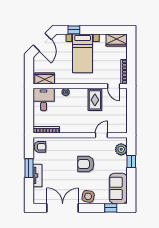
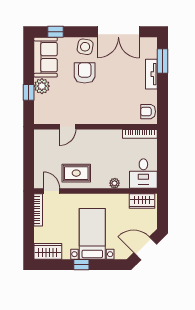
window: (74, 30) -> (81, 265), moved
door: (42, 42) -> (145, 248), hinge flipped
rug: (95, 100) -> (76, 173), turned 90
plant: (121, 149) -> (42, 86), moved
armchair: (86, 164) -> (85, 73), moved, turned -90
window: (29, 168) -> (162, 61), moved

